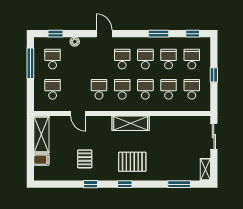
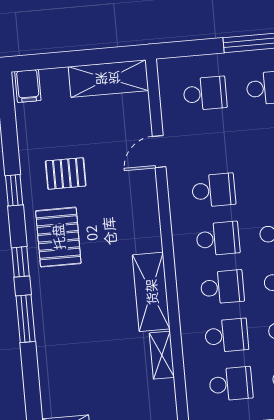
shelving: (175, 121) -> (162, 355), added
shelving: (131, 123) -> (151, 292), moved
filing cabinet: (41, 160) -> (28, 86), moved
pallet: (132, 162) -> (58, 237), moved
window: (179, 184) -> (26, 319), moved

